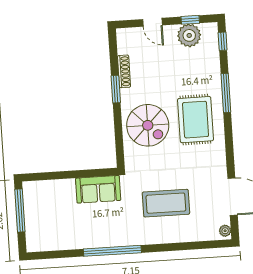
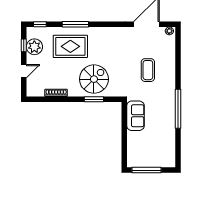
window: (116, 89) -> (94, 99), moved
rug: (196, 120) -> (70, 46), moved
coffee table: (166, 203) -> (148, 70), width x0.73, depth x0.76

